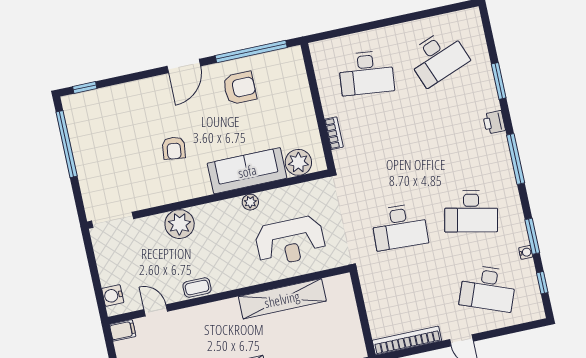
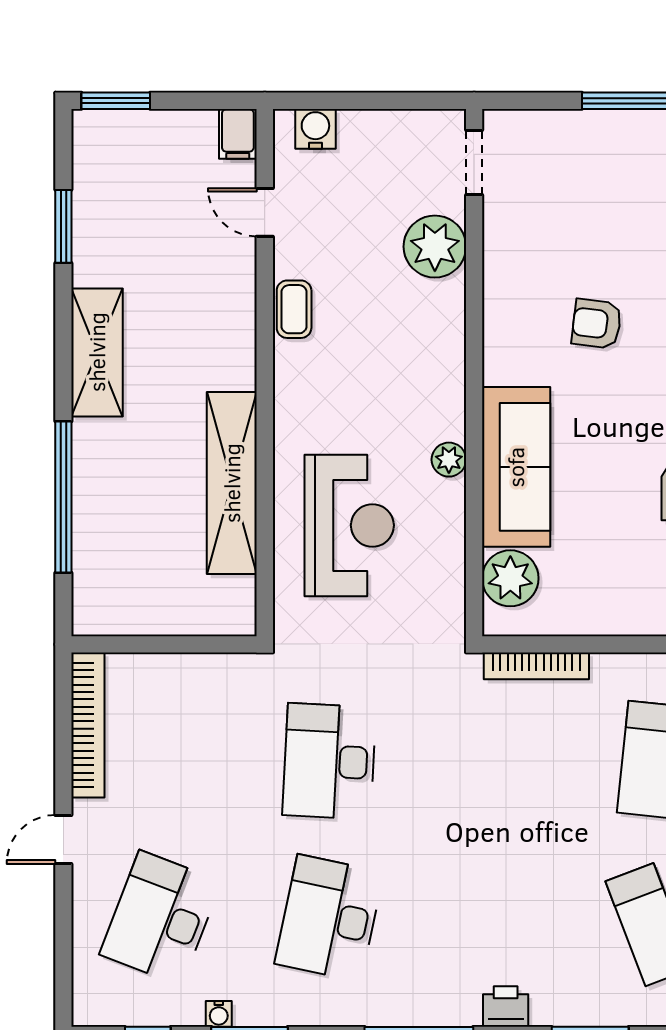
bookcase: (334, 133) -> (536, 666), width x1.56
doorway: (112, 220) -> (474, 163), width x0.73
plant: (180, 224) -> (435, 247), moved
reception desk: (290, 241) -> (349, 525), turned 180
door: (156, 310) -> (265, 212), swing flipped

